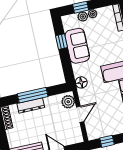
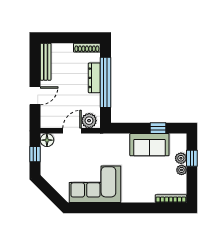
floor lamp: (81, 82) -> (47, 140), moved
window: (33, 95) -> (105, 82), width x1.46
door: (80, 114) -> (72, 131), swing flipped

